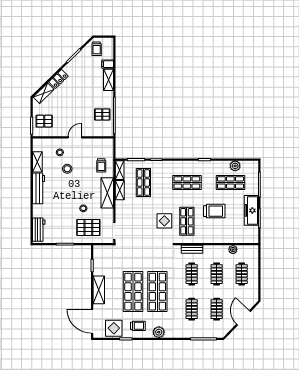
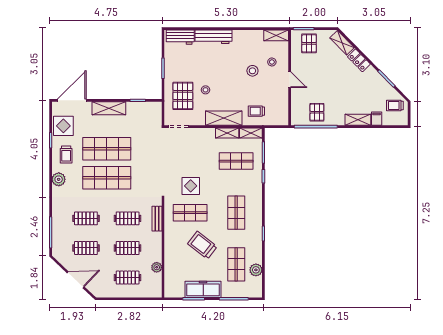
shelving: (37, 162) -> (276, 35), moved
workbench: (39, 188) -> (214, 37), moved
trolley: (214, 211) -> (202, 245), turned 128

